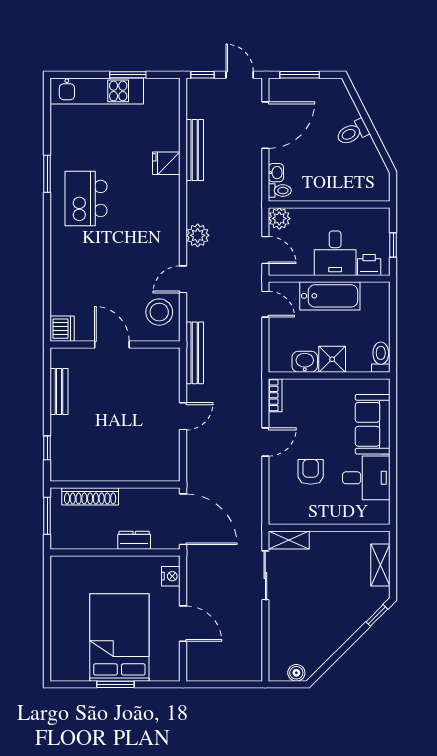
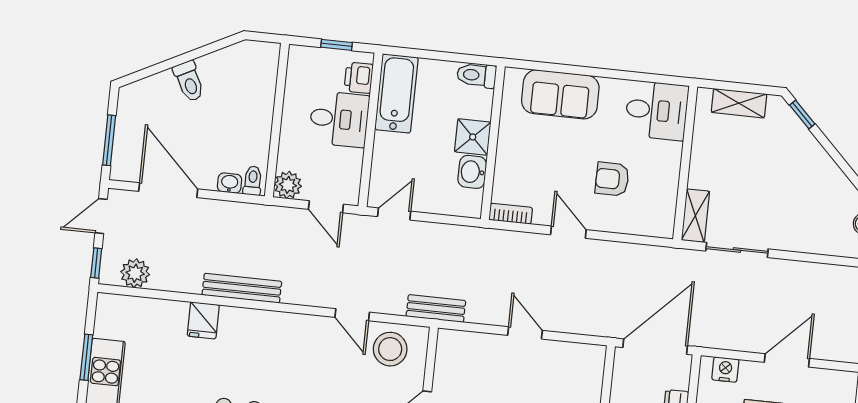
bench: (195, 150) -> (242, 288), moved
plant: (198, 235) -> (135, 273), moved
door: (265, 250) -> (326, 207), swing flipped
bathtub: (330, 296) -> (396, 93), moved
bench: (195, 353) -> (436, 308), width x0.73
desk: (366, 478) -> (657, 110), moved, turned 90

